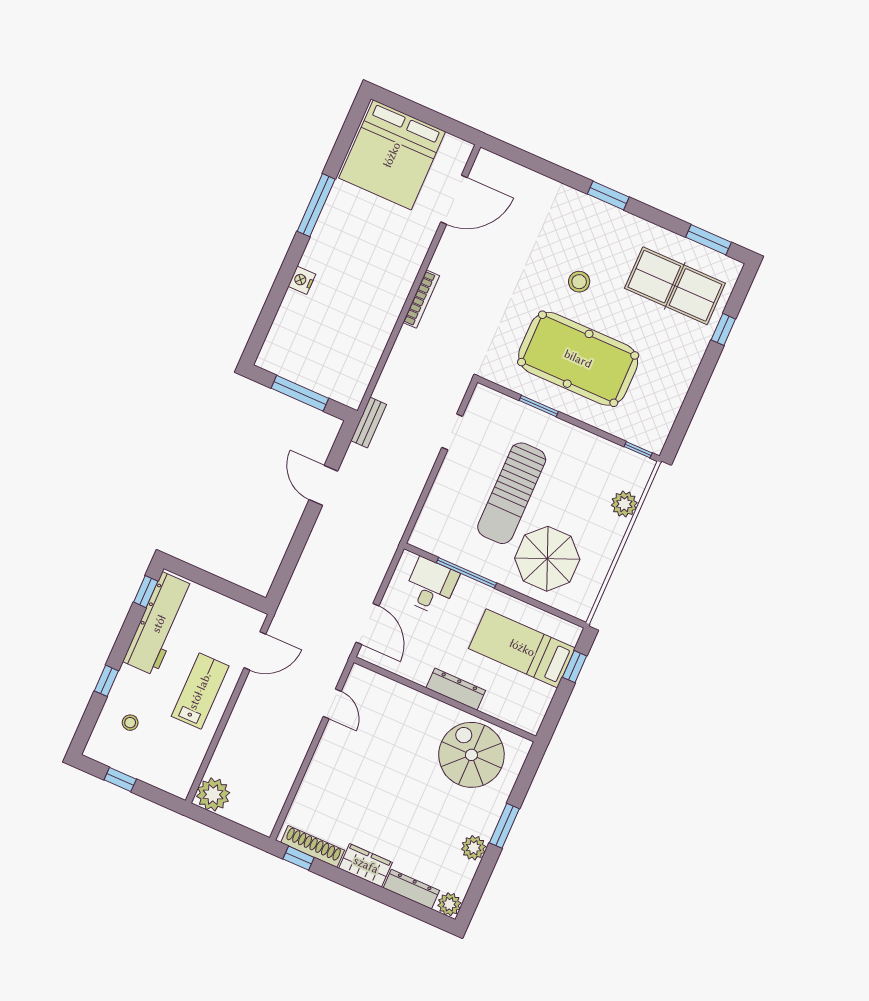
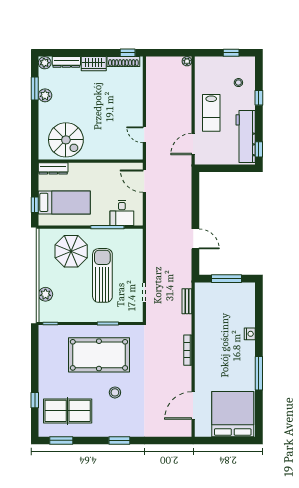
bench: (369, 423) -> (187, 301), moved
dresser: (456, 689) -> (53, 168), moved
plant: (213, 794) -> (187, 61), width x0.53, depth x0.53
window: (504, 826) -> (35, 88), moved

